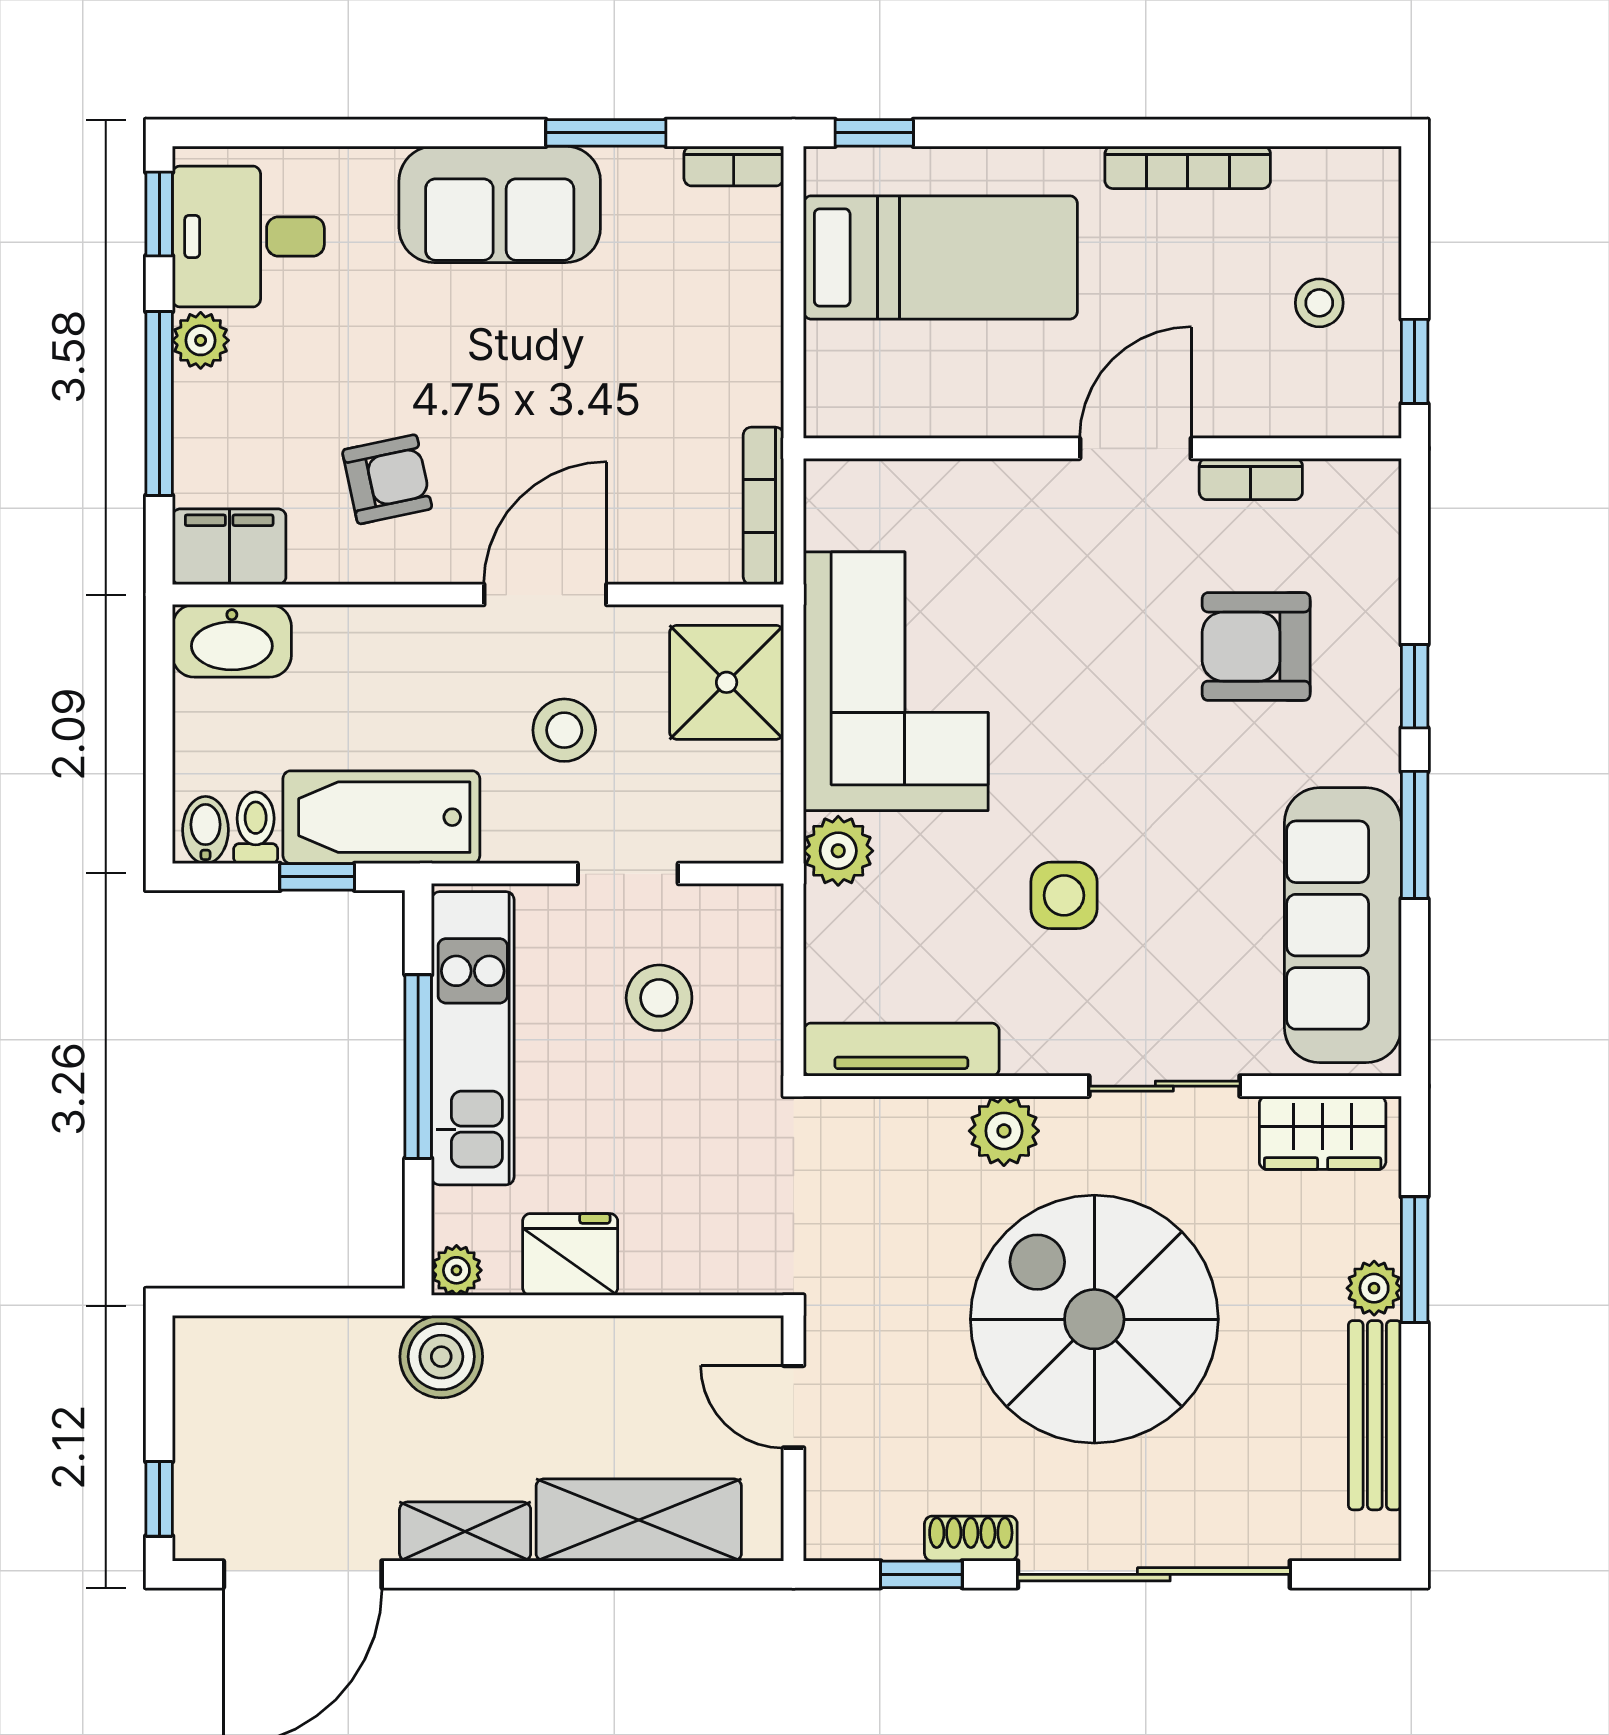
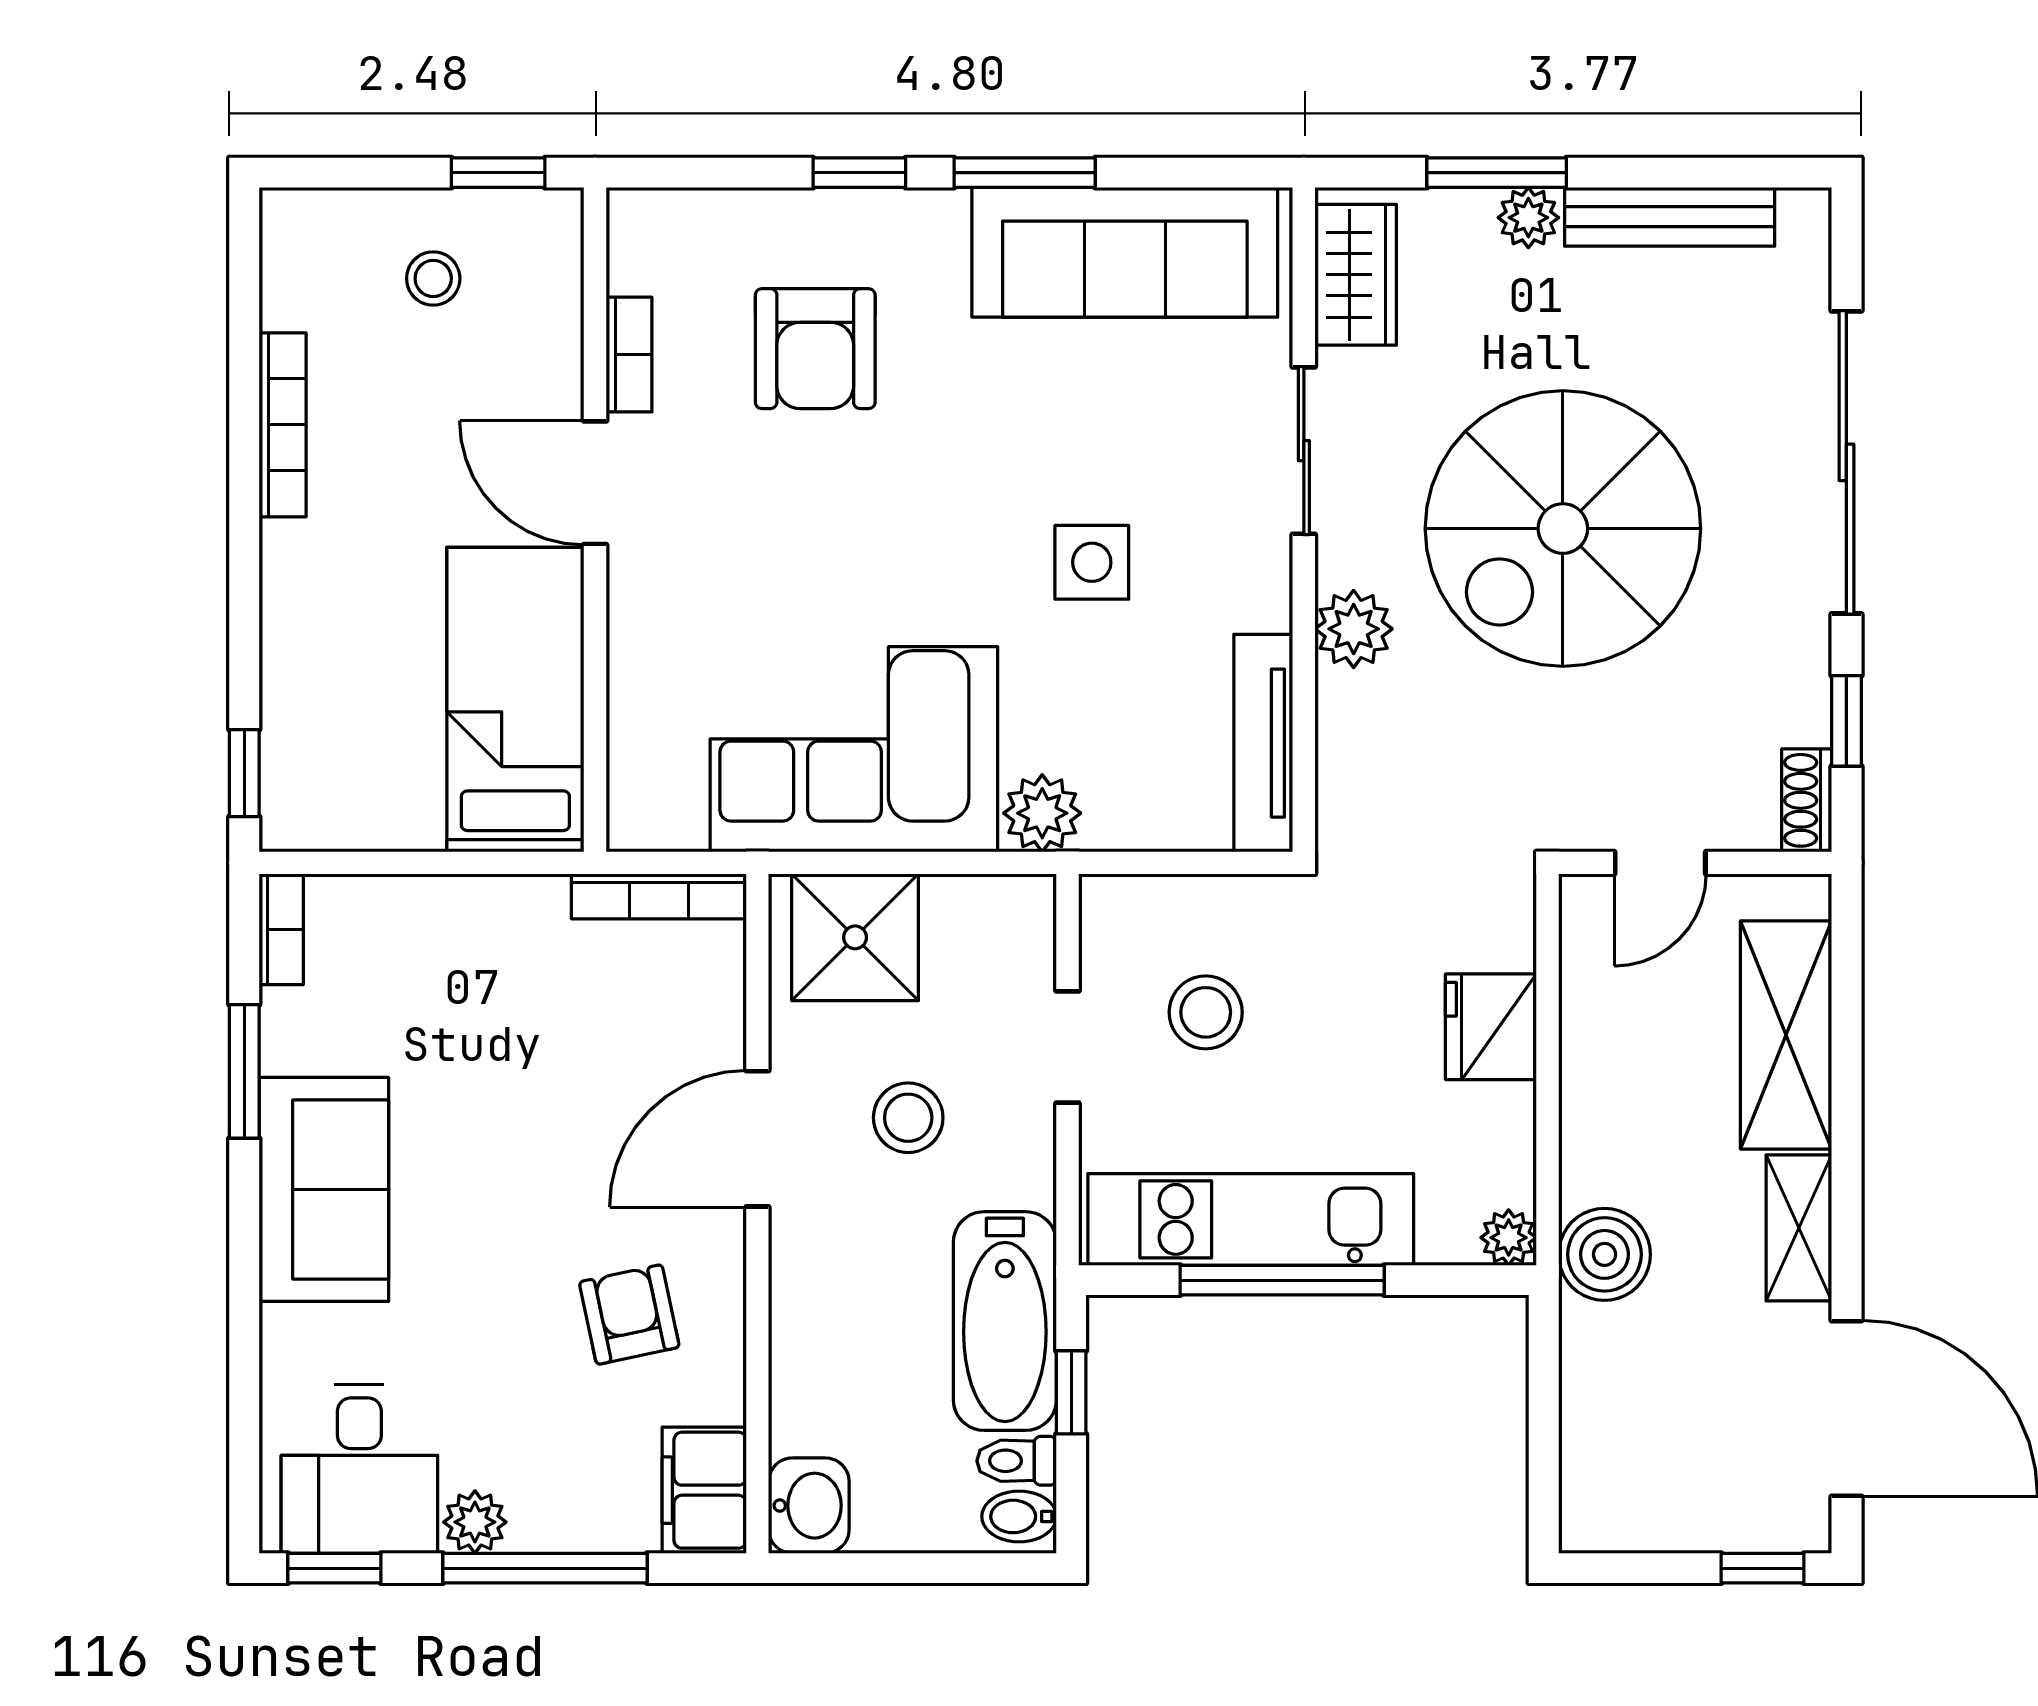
bed: (940, 257) -> (515, 700), moved
door: (545, 595) -> (757, 1139), hinge flipped
washbasin: (232, 641) -> (809, 1506), width x0.72
fridge: (570, 1254) -> (1491, 1027), moved
shoe rack: (971, 1539) -> (1807, 800), moved

